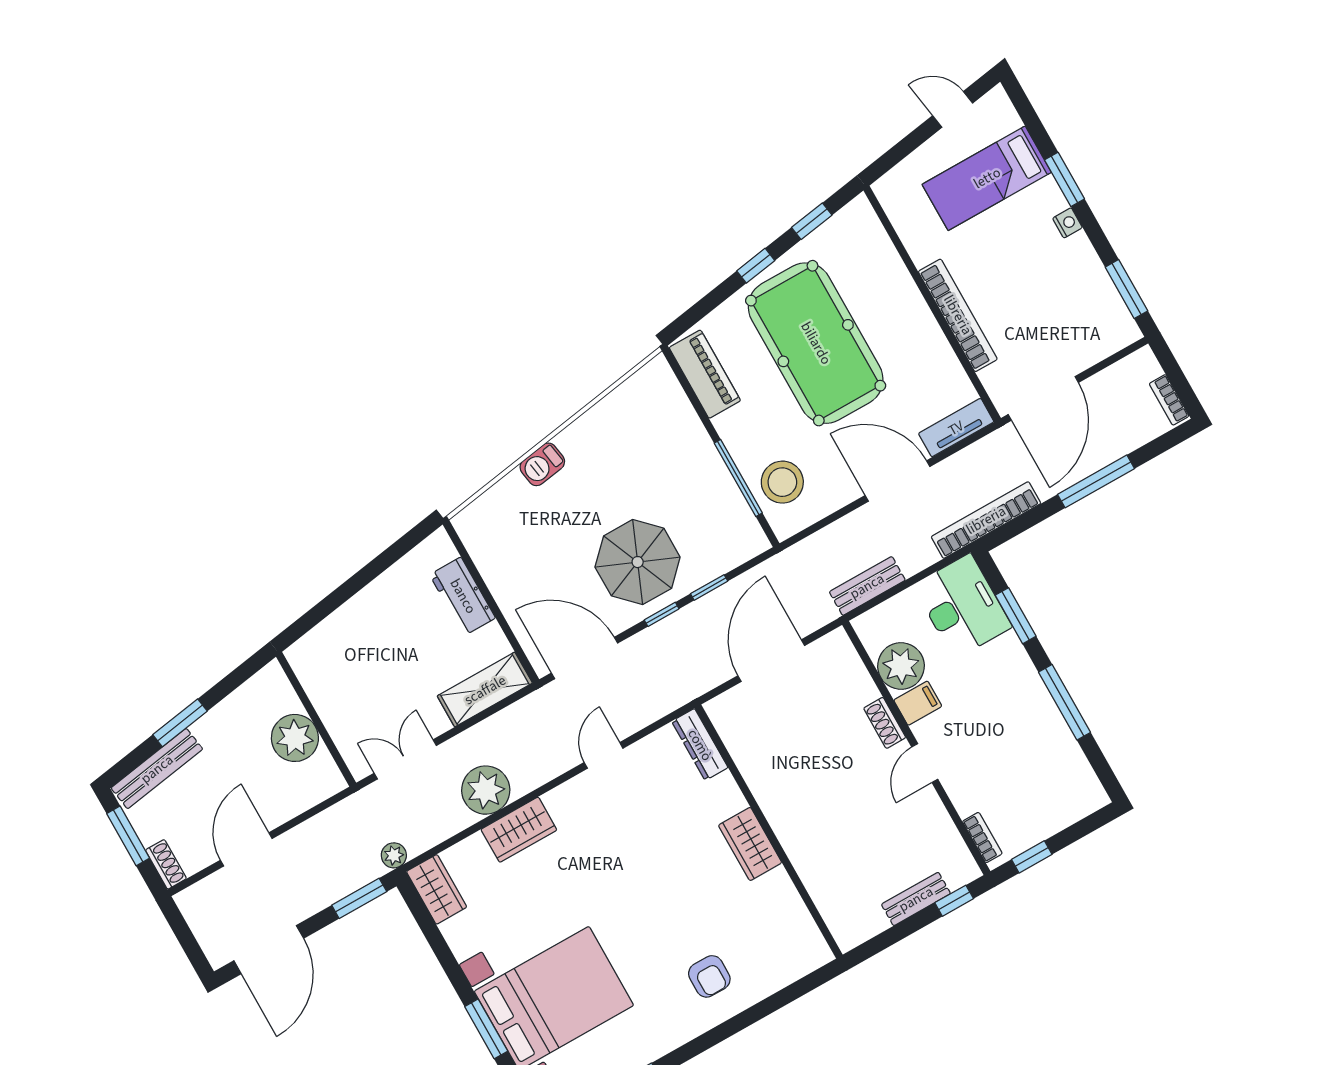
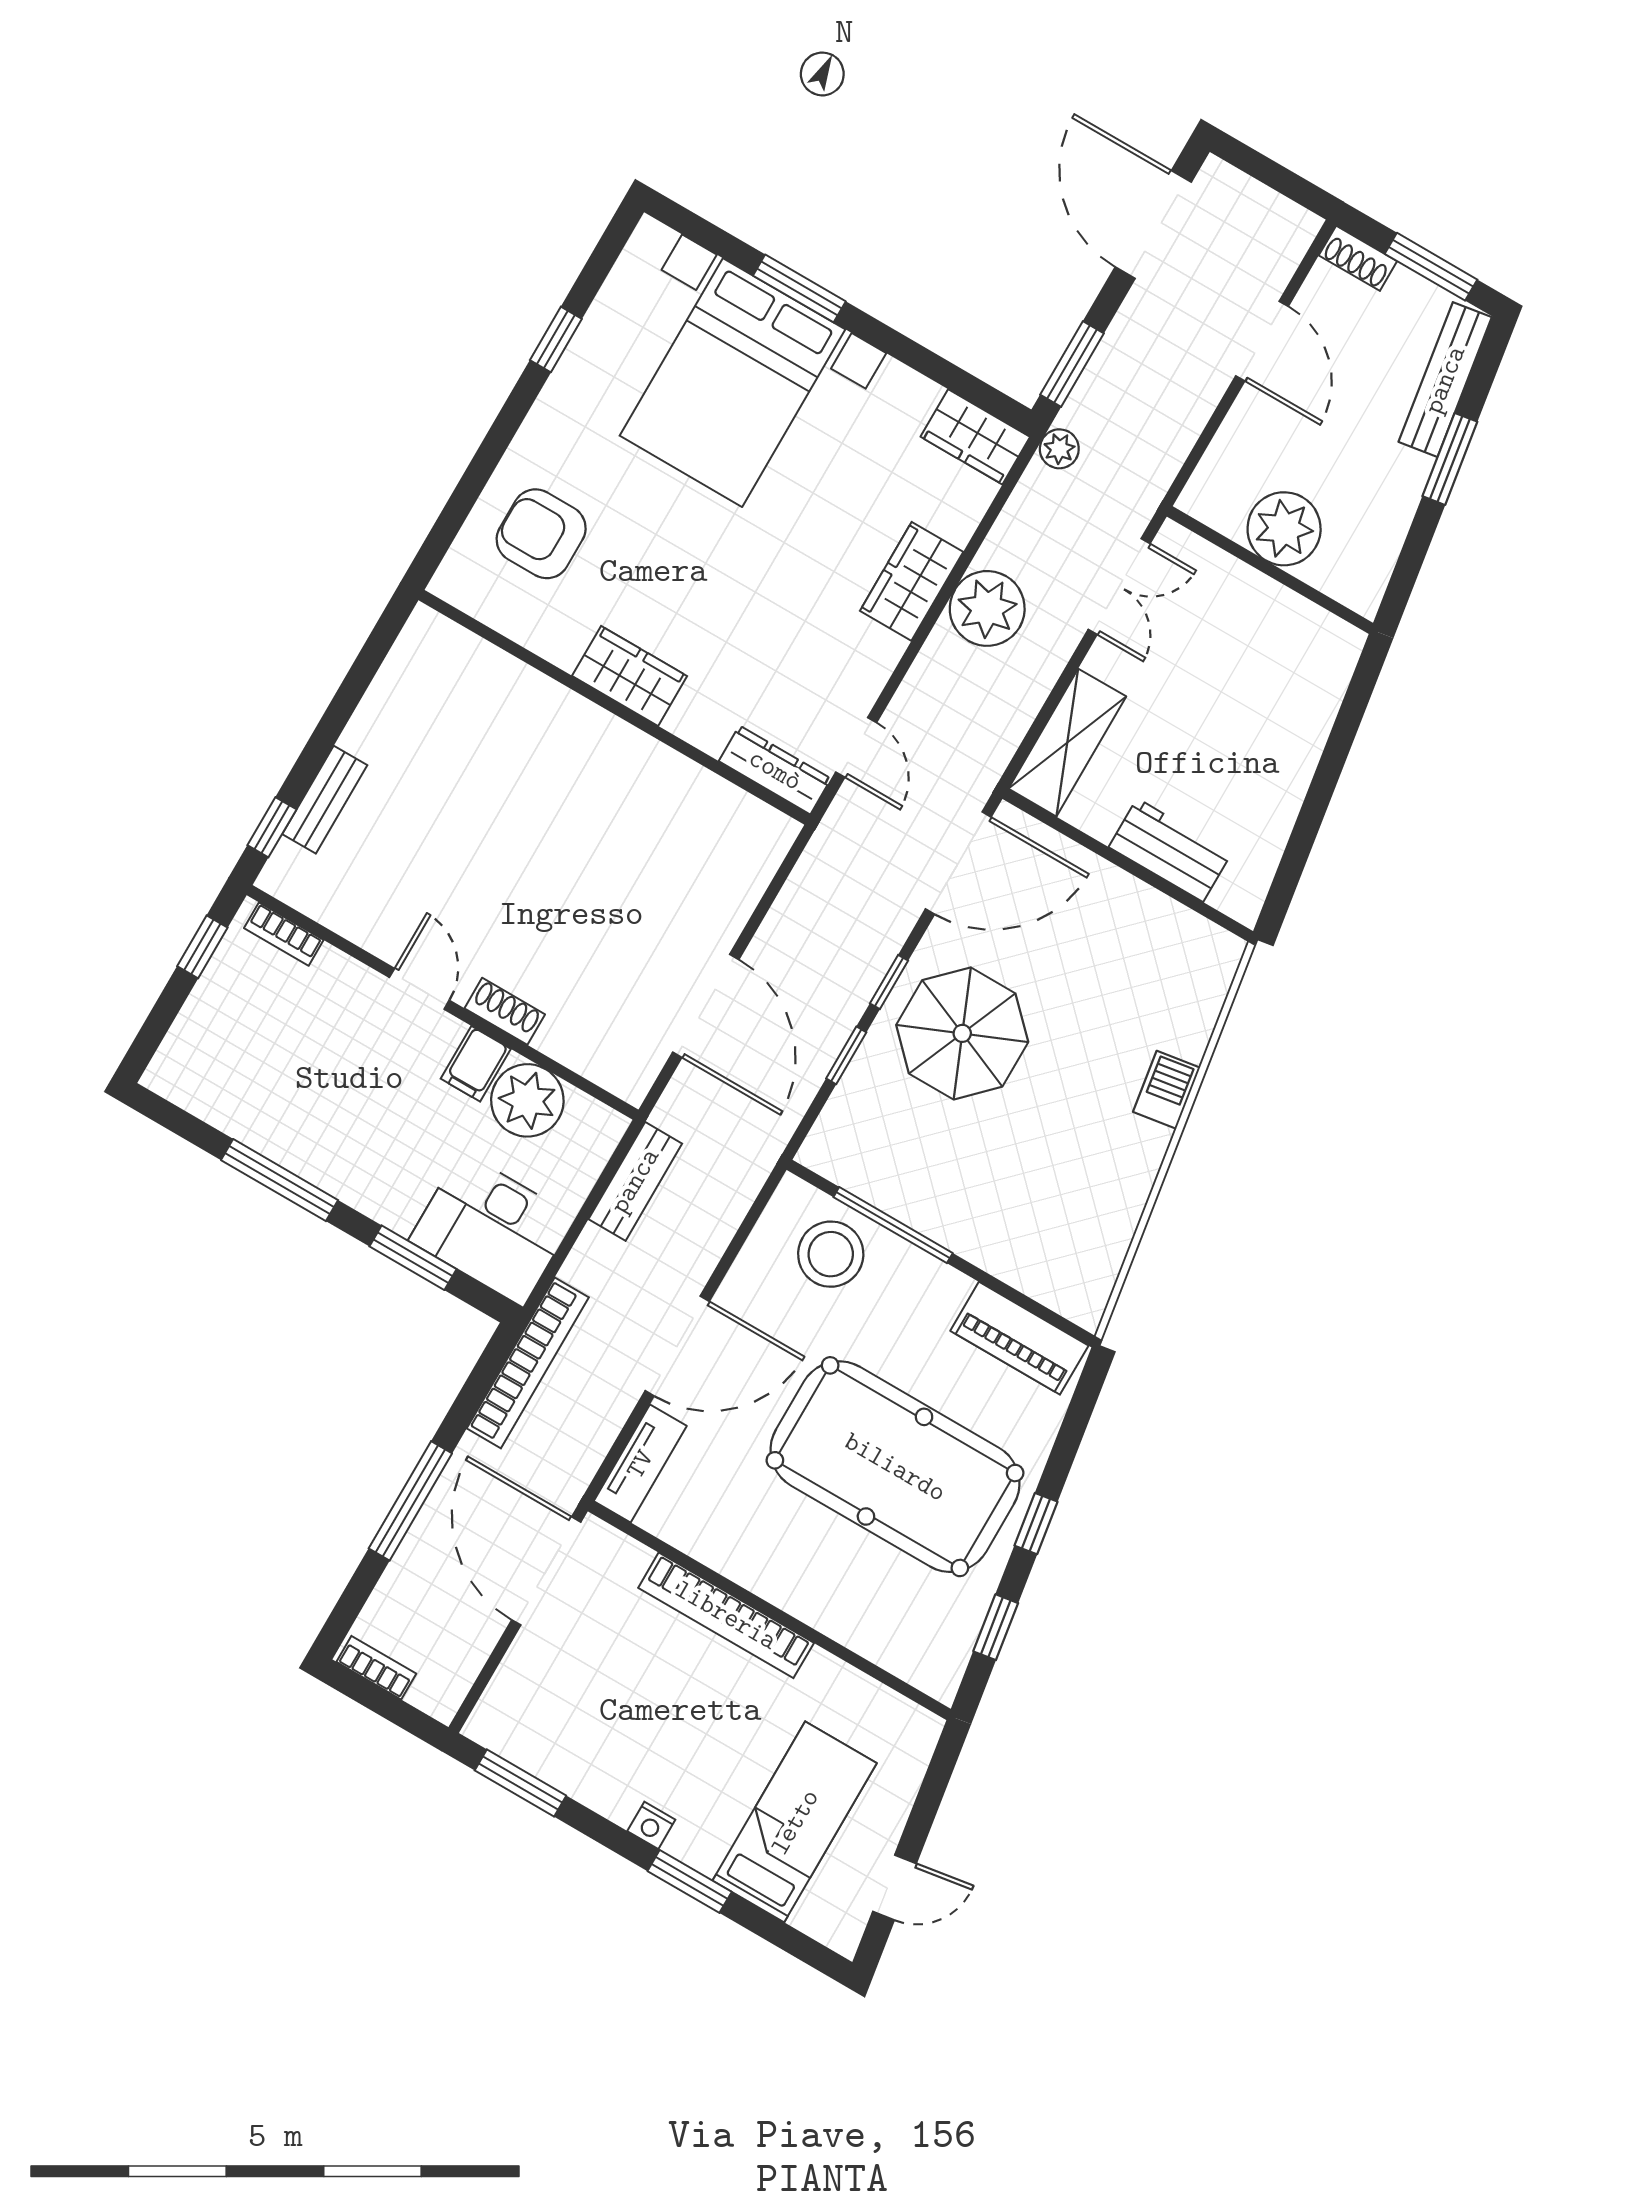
dresser: (700, 745) -> (775, 770), moved
wall: (769, 831) -> (614, 707), moved
wardrobe: (750, 844) -> (630, 676), moved
armchair: (709, 976) -> (541, 534), width x1.38, depth x1.38

